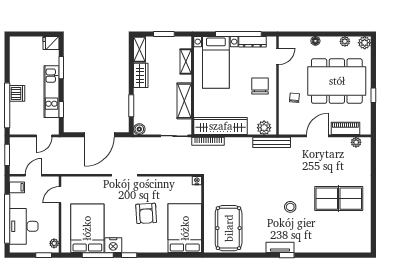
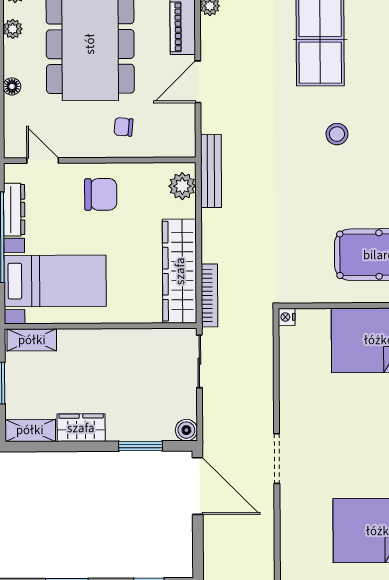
shelving: (186, 62) -> (32, 340), moved
chair: (260, 86) -> (101, 194), turned 180
shelving: (184, 101) -> (131, 342), removed
door: (99, 135) -> (198, 486), moved
door: (317, 136) -> (198, 82), hinge flipped
armchair: (146, 213) -> (351, 416), removed

